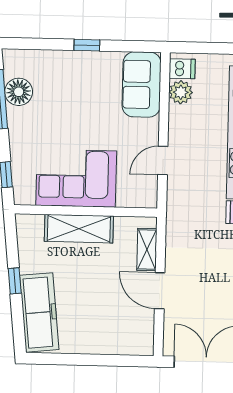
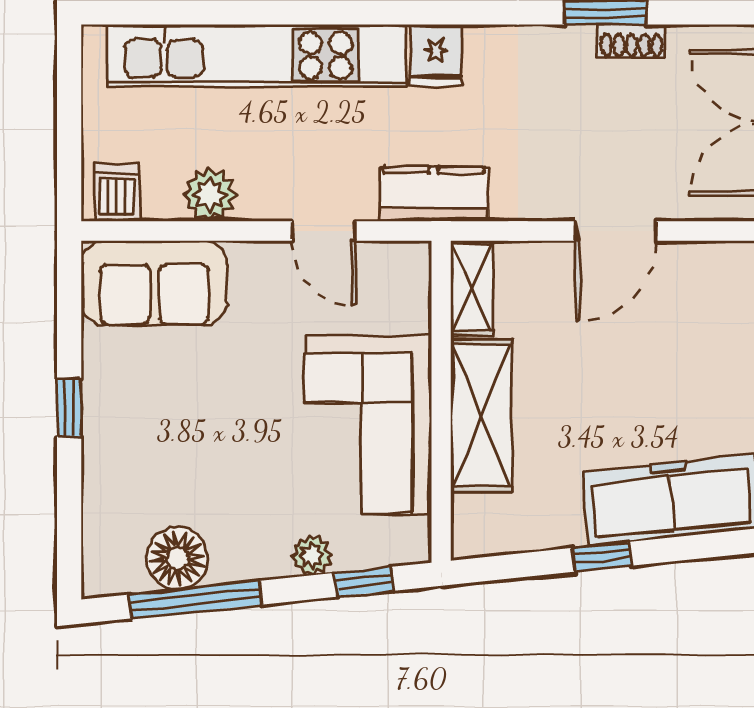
plant: (181, 92) -> (210, 195), moved
plant: (19, 152) -> (312, 555), added
kitchen counter: (178, 210) -> (434, 194), added
shelving: (147, 250) -> (472, 288), moved, turned 90

